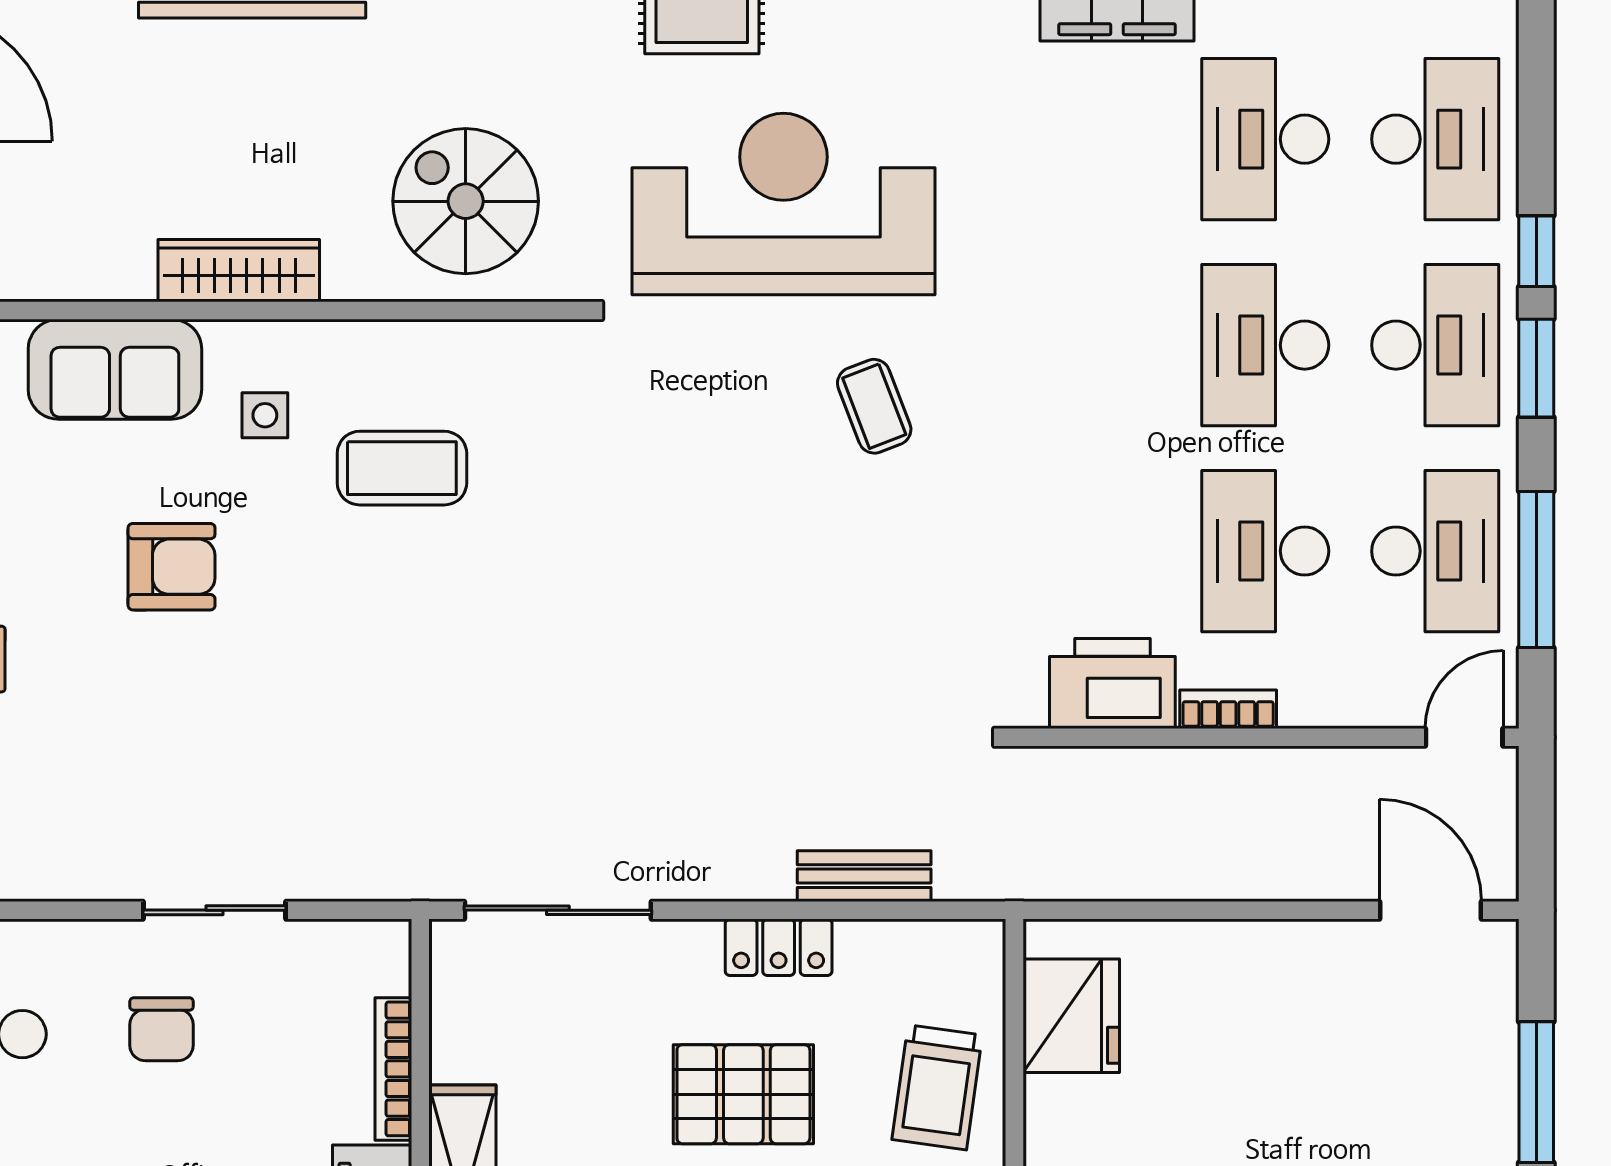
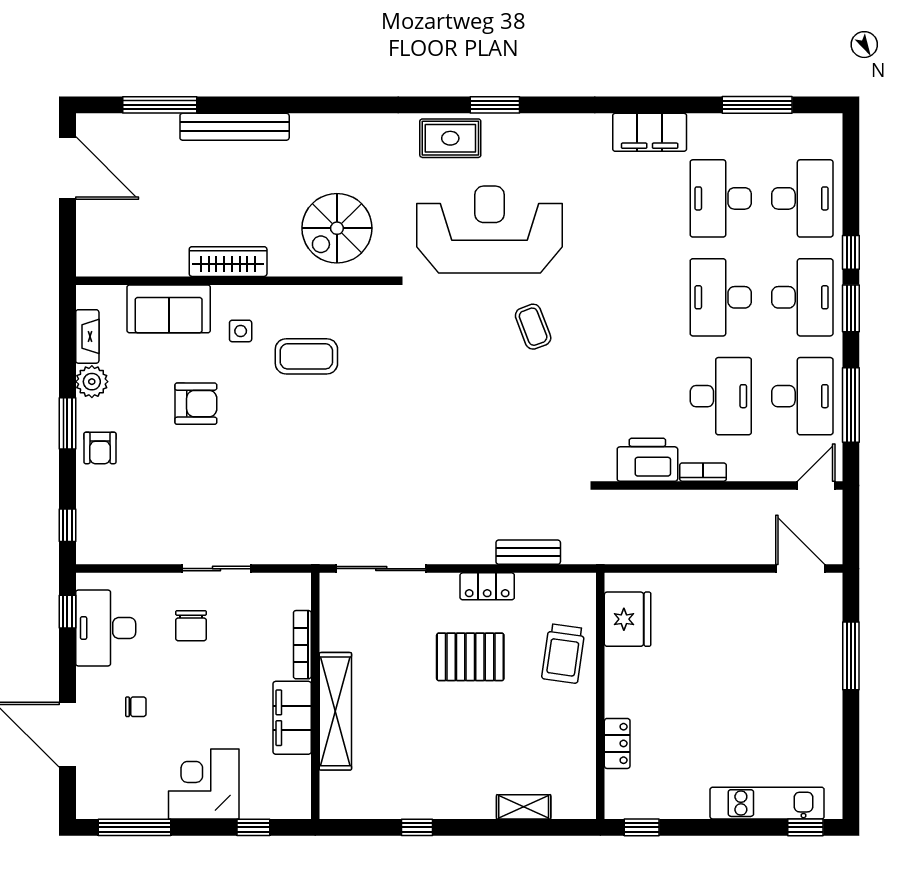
spiral stairs: (466, 201) -> (337, 228), turned -90
desk: (1265, 551) -> (721, 396), turned 180

